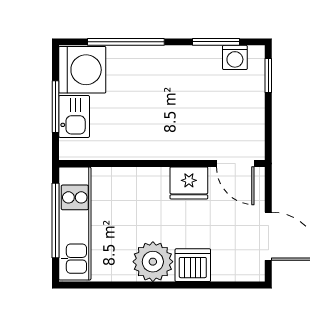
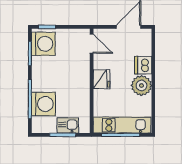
washing machine: (235, 57) -> (43, 44), width x1.89, depth x1.89
washing machine: (82, 70) -> (43, 104), moved, turned 90
door: (235, 163) -> (92, 44), hinge flipped
fridge: (189, 183) -> (101, 79), moved

